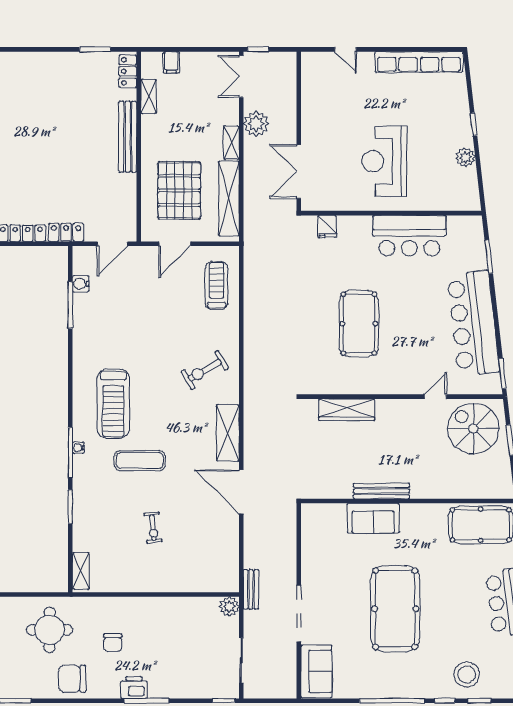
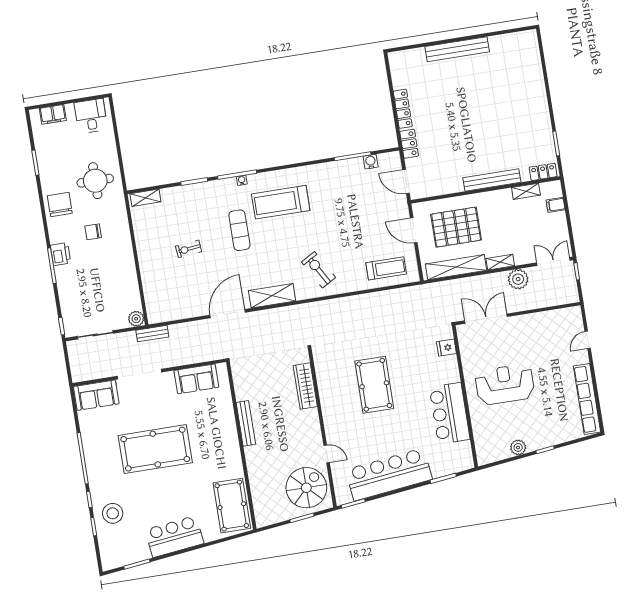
pool table: (359, 324) -> (374, 385), turned 90
sofa: (373, 518) -> (196, 379), moved, turned -90

